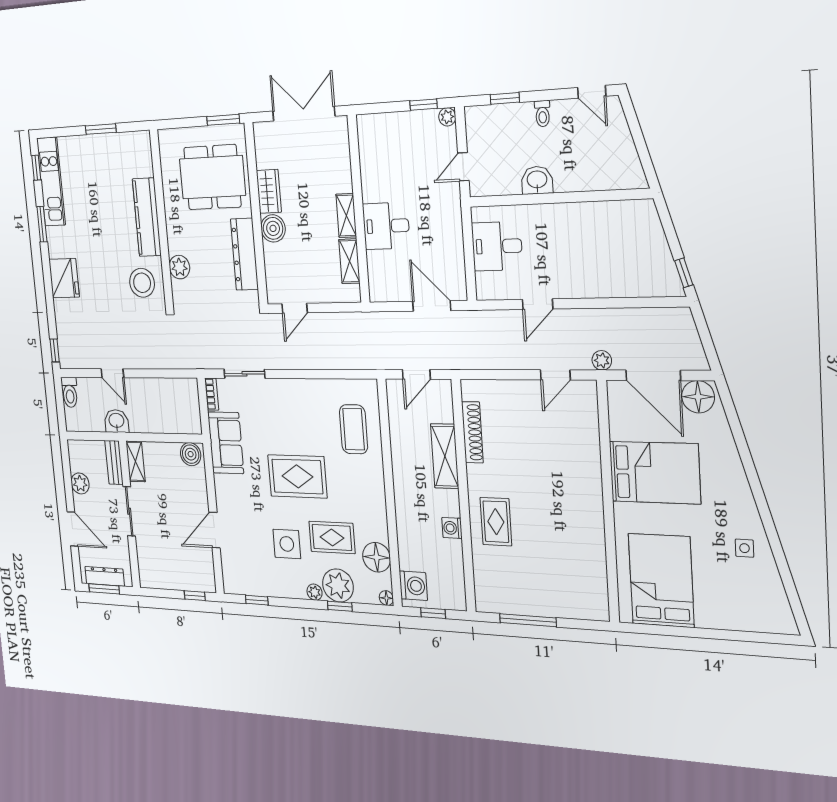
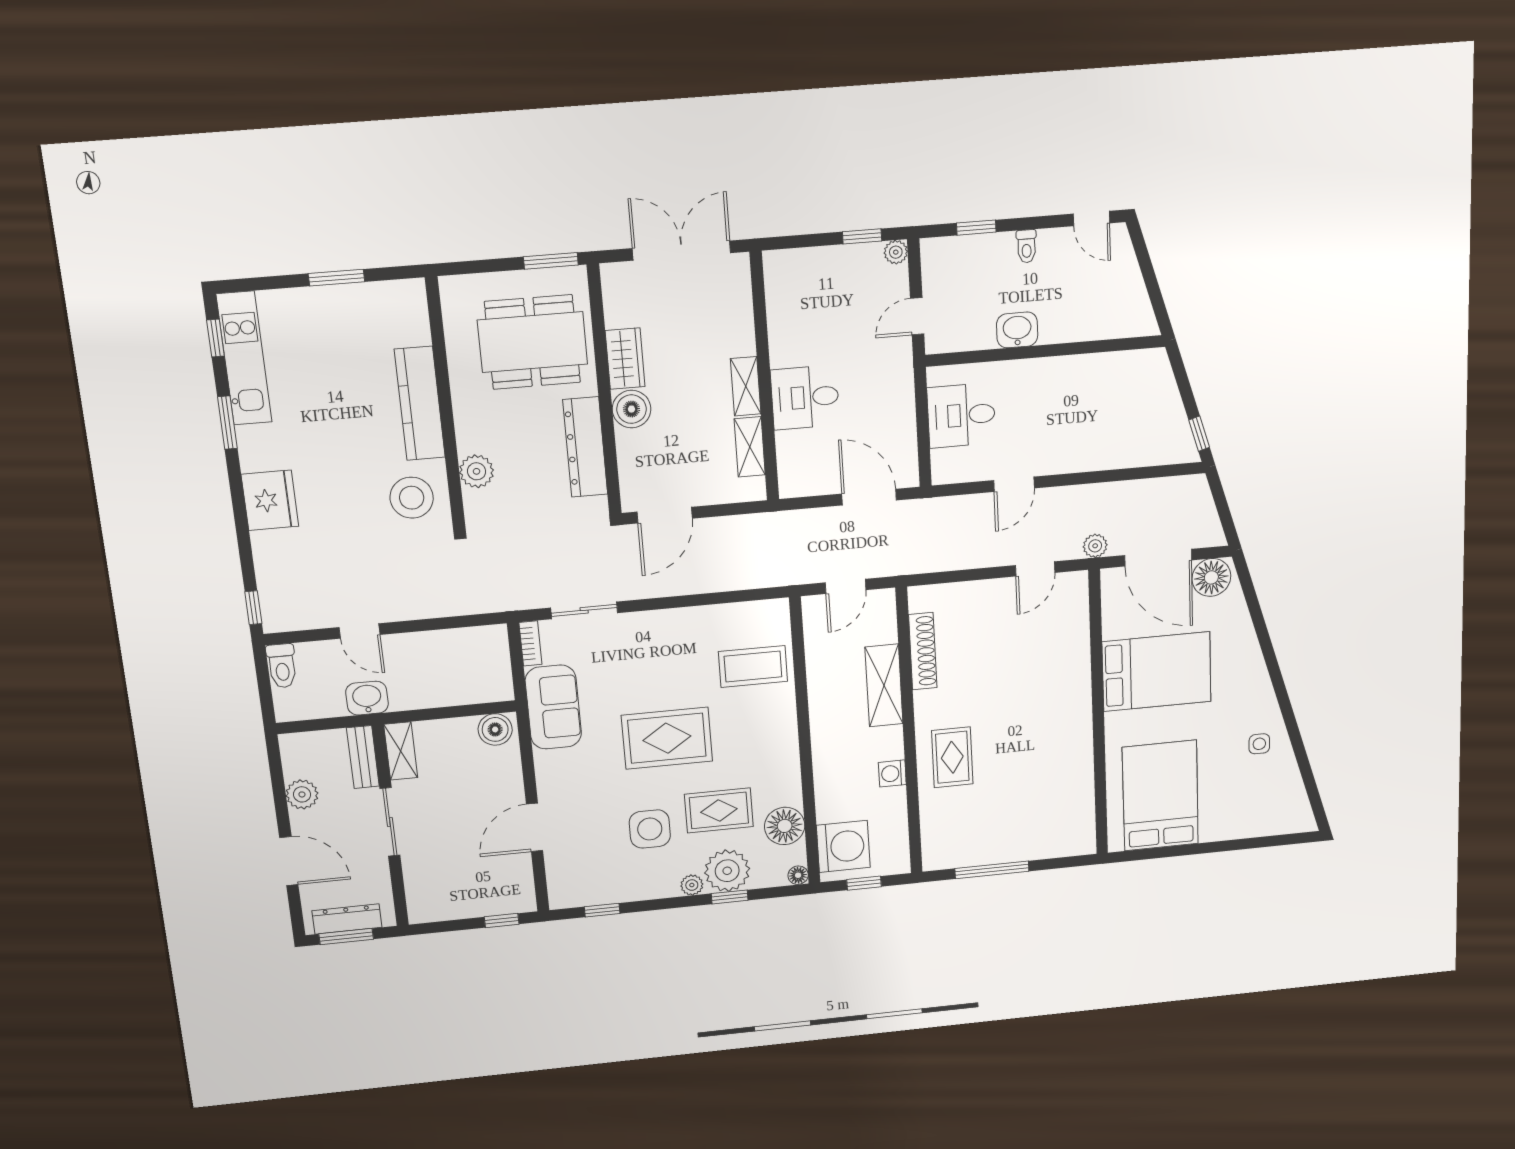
door: (295, 308) -> (665, 515), width x1.37
coffee table: (354, 429) -> (753, 666), turned 90
washing machine: (413, 586) -> (843, 846), width x1.37, depth x1.37

